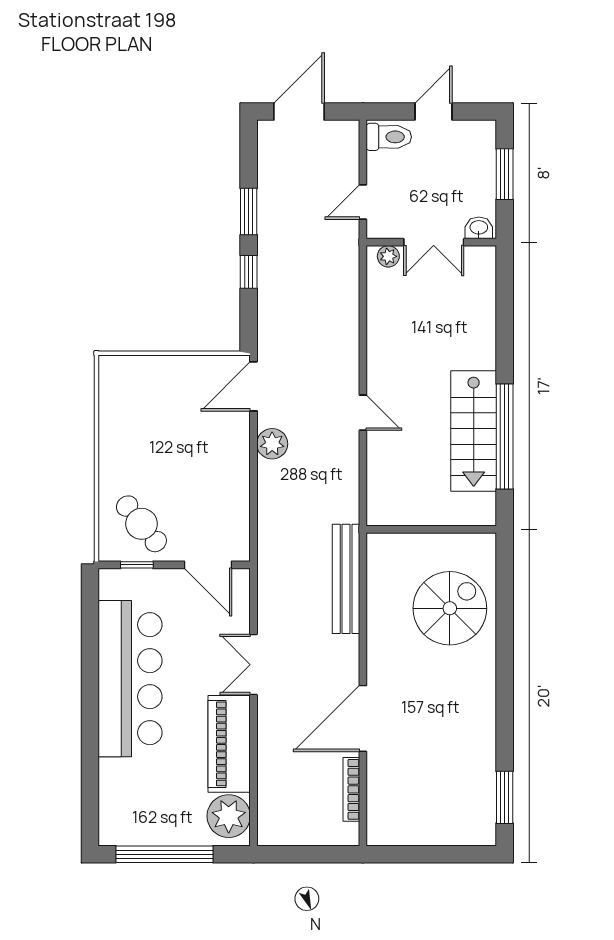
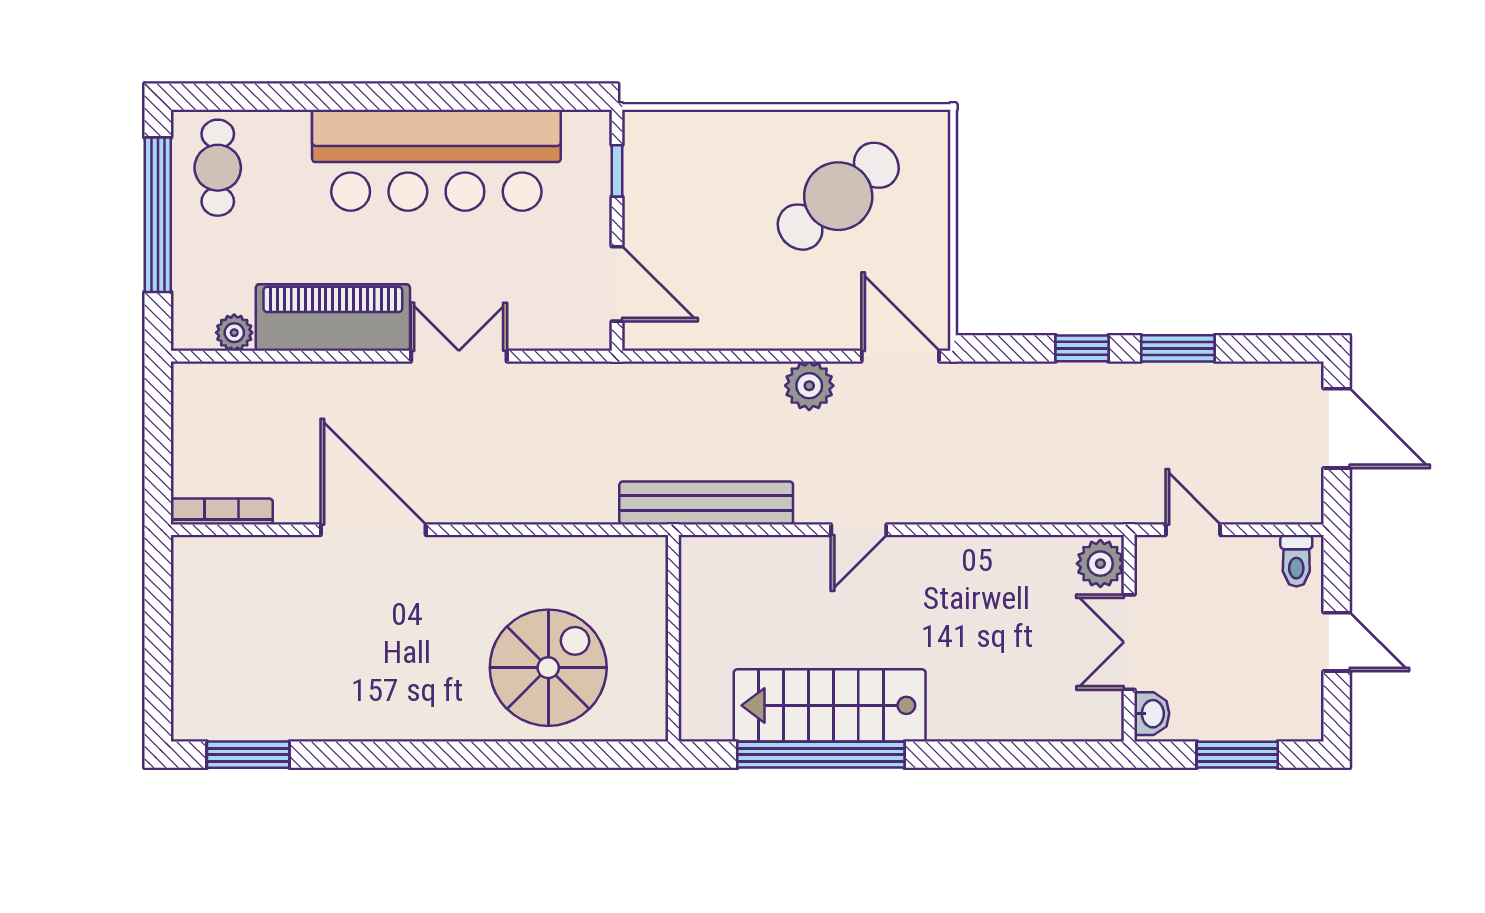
toilet: (389, 137) -> (1296, 561), width x0.73, depth x0.72
plant: (388, 256) -> (1100, 564), width x1.38, depth x1.38
cafe table: (141, 524) -> (838, 196), moved, width x1.37, depth x1.35
door: (208, 565) -> (617, 284), swing flipped
bench: (346, 579) -> (706, 503), moved
spiral stairs: (450, 608) -> (548, 668), turned -90
bookcase: (351, 789) -> (222, 511), moved
cafe table: (135, 816) -> (218, 168), added
plant: (229, 816) -> (234, 333), width x0.53, depth x0.53

